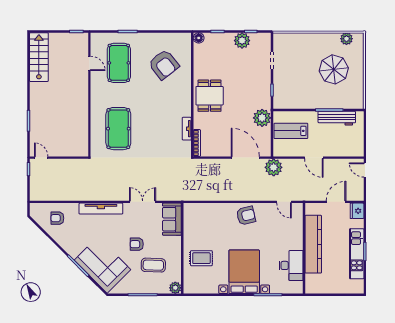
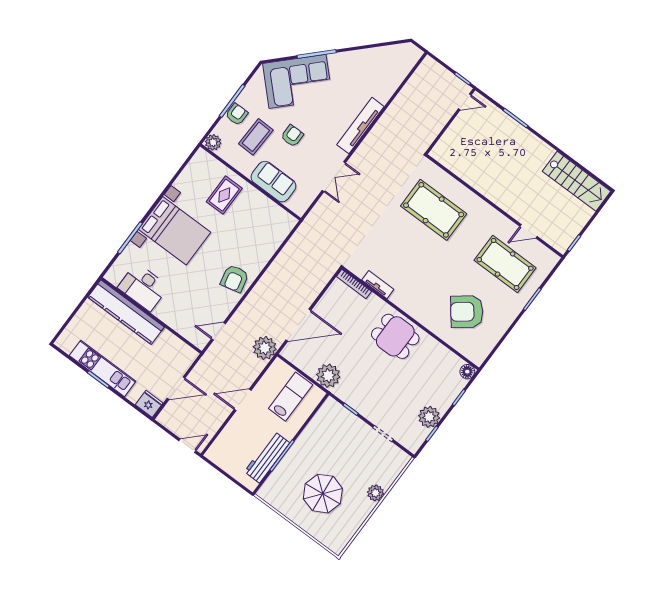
plant: (346, 39) -> (376, 493), moved
door: (336, 202) -> (176, 388), hinge flipped
armchair: (57, 218) -> (237, 114), moved
sofa: (172, 219) -> (273, 182), moved
kitchen counter: (313, 244) -> (126, 312), moved

